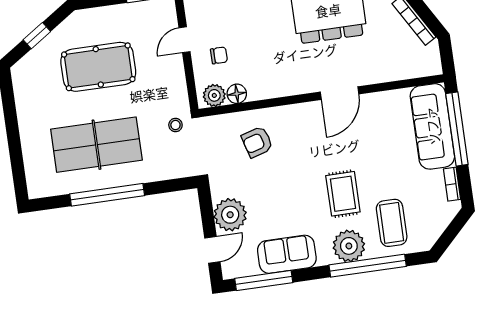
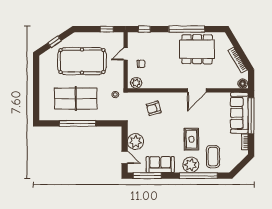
pool table: (98, 67) -> (82, 61), width x1.36, depth x1.32
floor lamp: (237, 94) -> (243, 84), moved
door: (212, 250) -> (125, 157), hinge flipped

